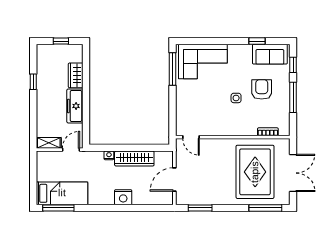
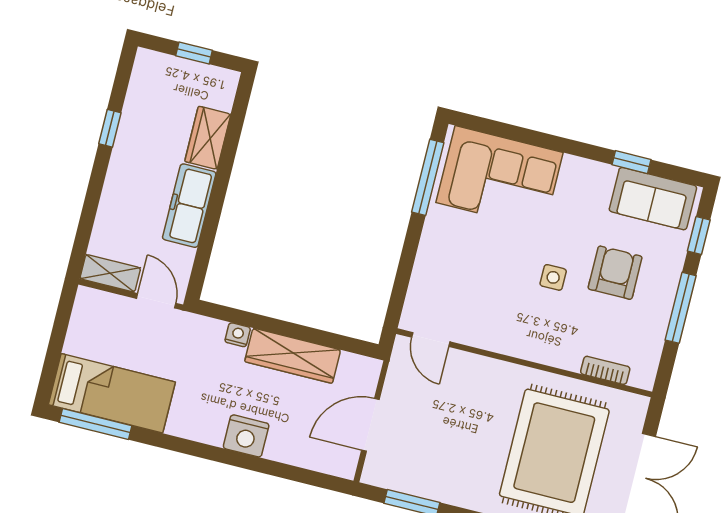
door: (71, 150) -> (156, 301), hinge flipped

